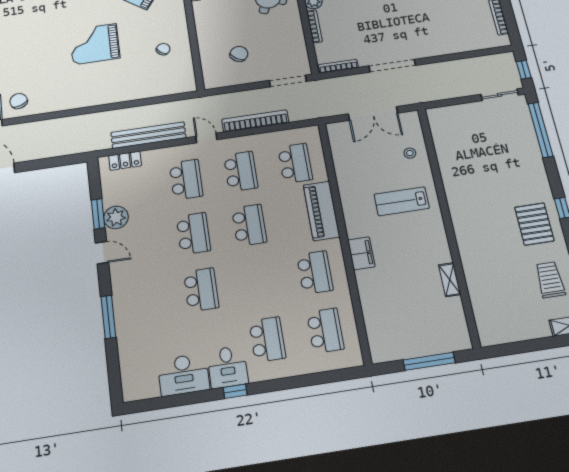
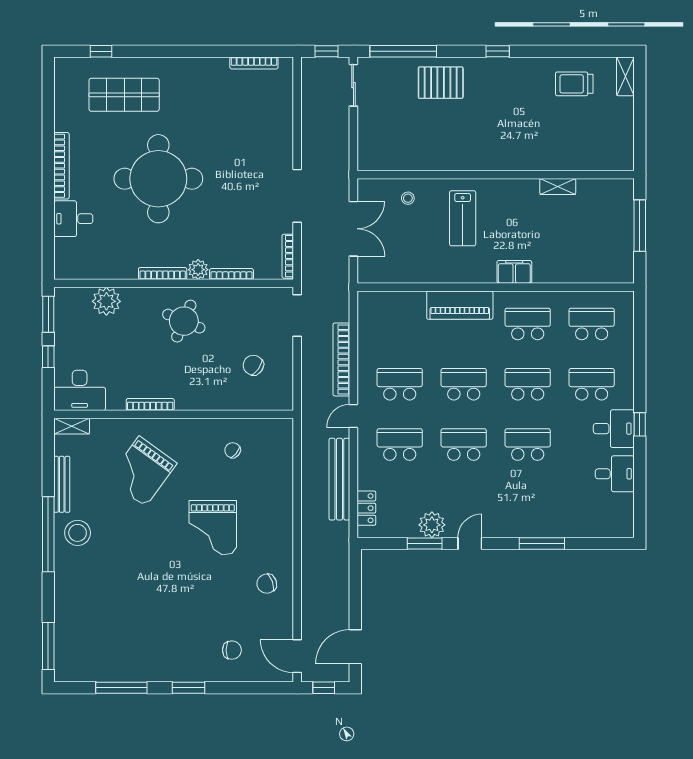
chair: (19, 101) -> (267, 584), moved
school desk: (295, 163) -> (528, 384), moved
pallet: (534, 224) -> (441, 83), moved
desk: (184, 375) -> (615, 474), width x0.73

